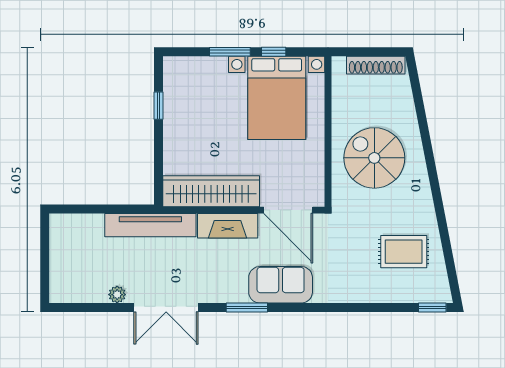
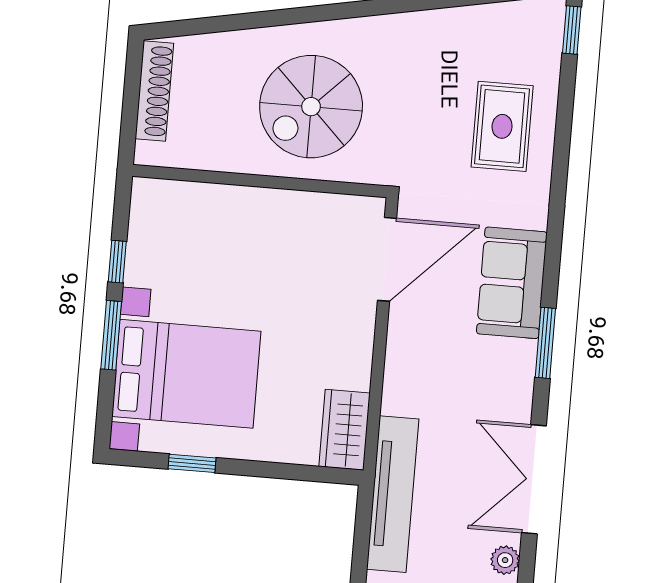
bed with nightstands: (277, 98) -> (186, 374), moved
wardrobe: (211, 191) -> (344, 430), width x0.48, depth x0.85
fireplace: (228, 226) -> (405, 364), removed
rug: (404, 252) -> (502, 126), moved
double door: (166, 307) -> (534, 479), swing flipped

